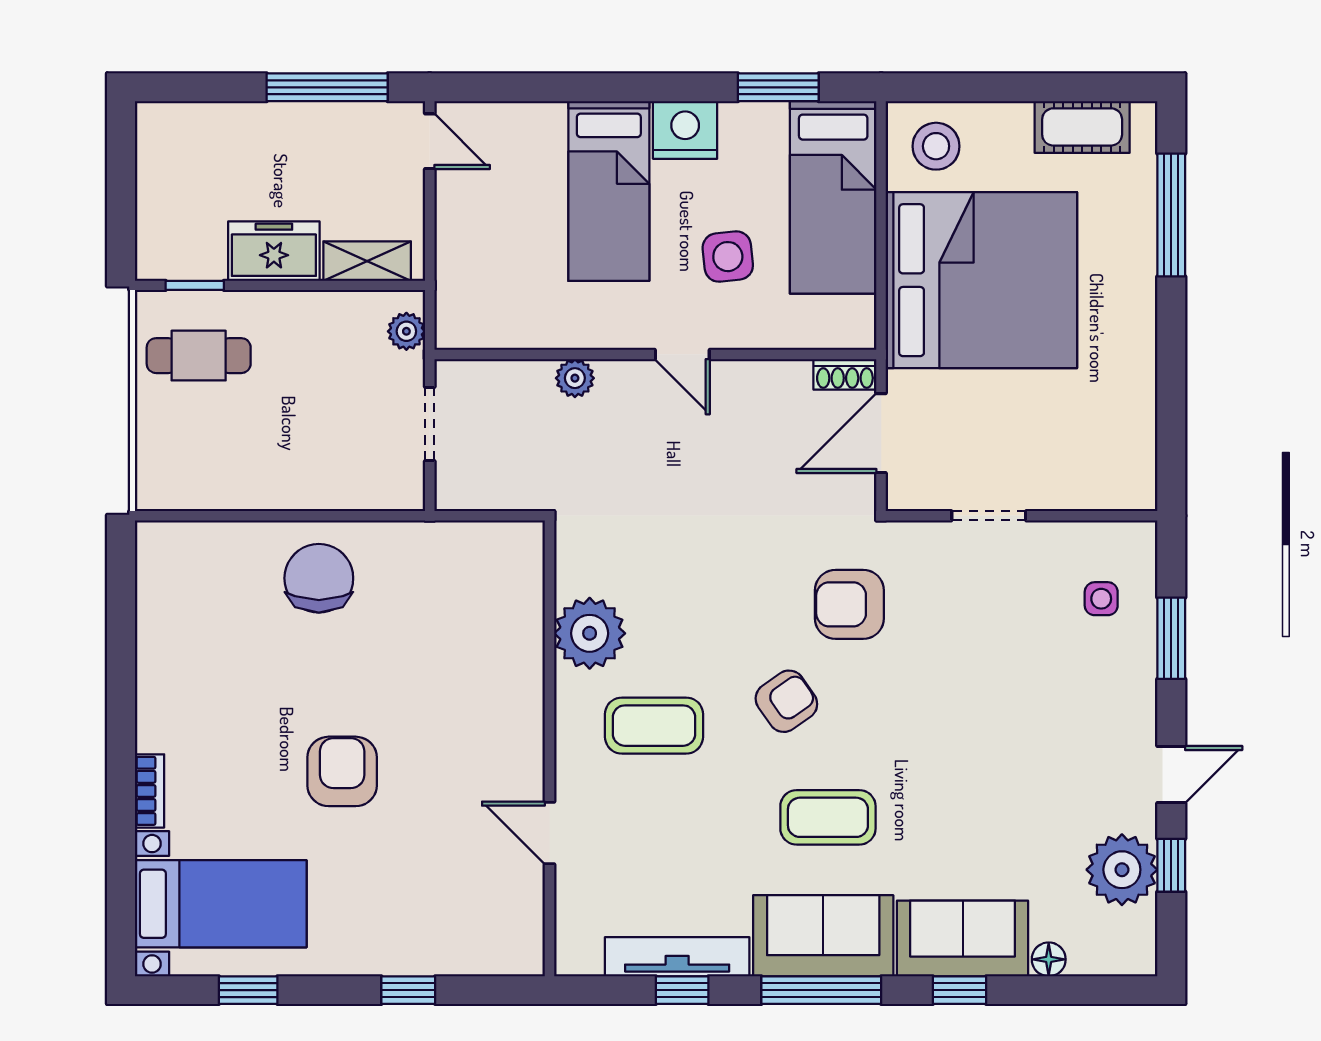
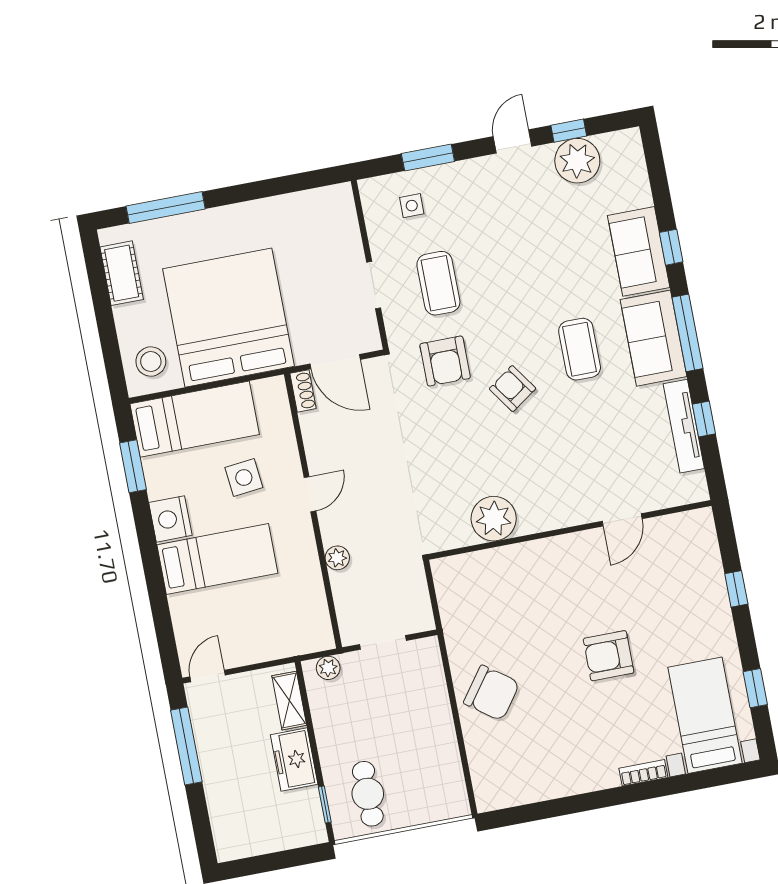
chair: (319, 578) -> (492, 693), turned -144
coffee table: (654, 726) -> (438, 283), moved
door: (1171, 775) -> (512, 141), hinge flipped
floor lamp: (1049, 959) -> (642, 196), removed

